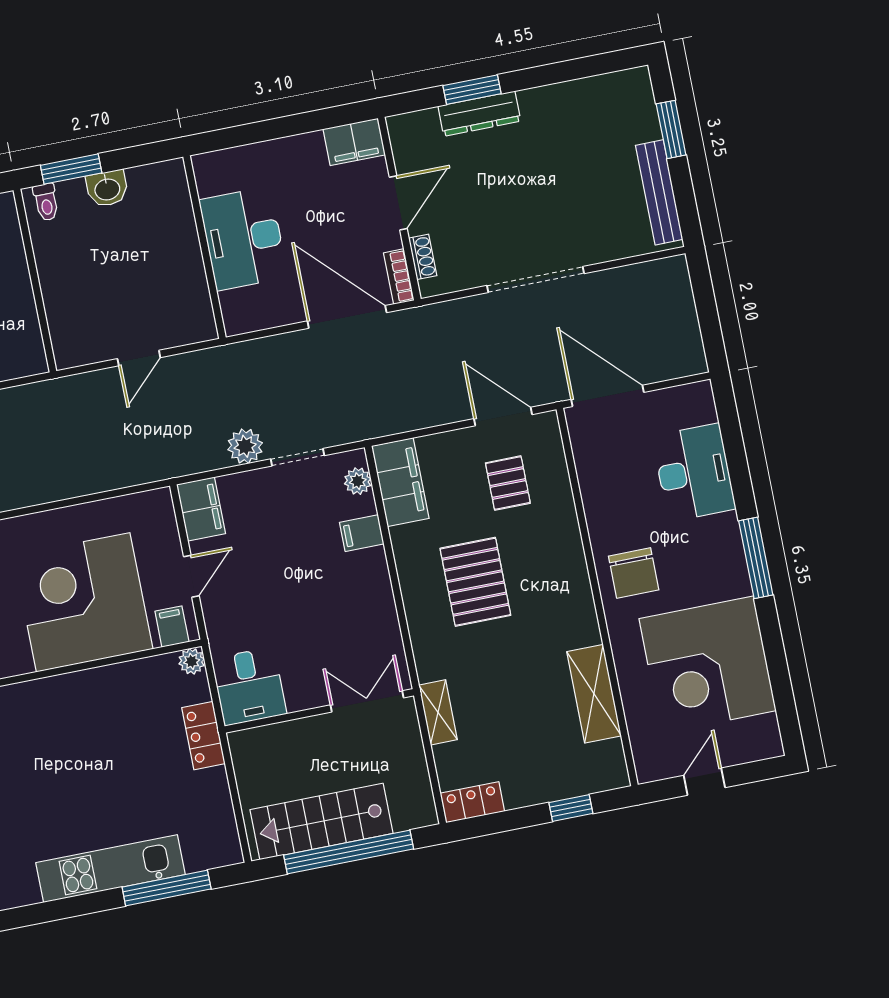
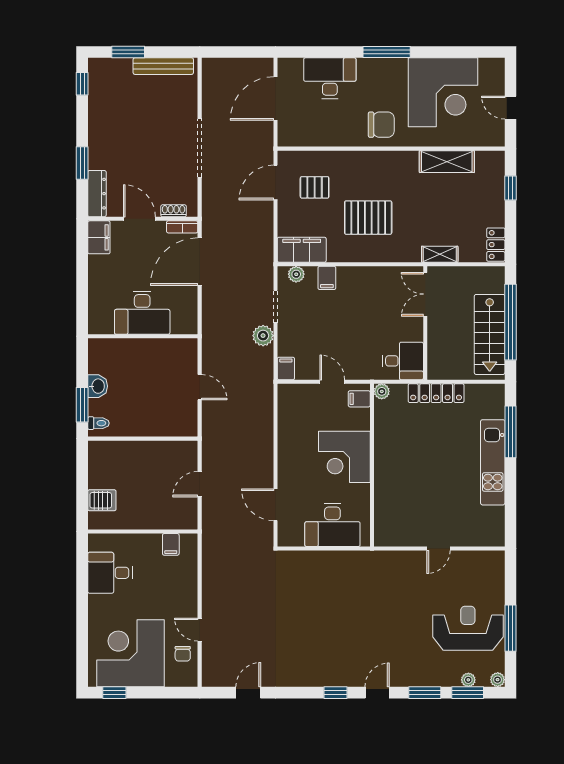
window: (603, 64) -> (82, 84), added
dresser: (479, 114) -> (97, 194), moved
door: (607, 396) -> (275, 99), moved
filing cabinet: (201, 509) -> (286, 368), width x0.50
corner desk: (83, 602) -> (344, 457), width x0.74, depth x0.74
locker: (203, 736) -> (436, 393), width x1.53

